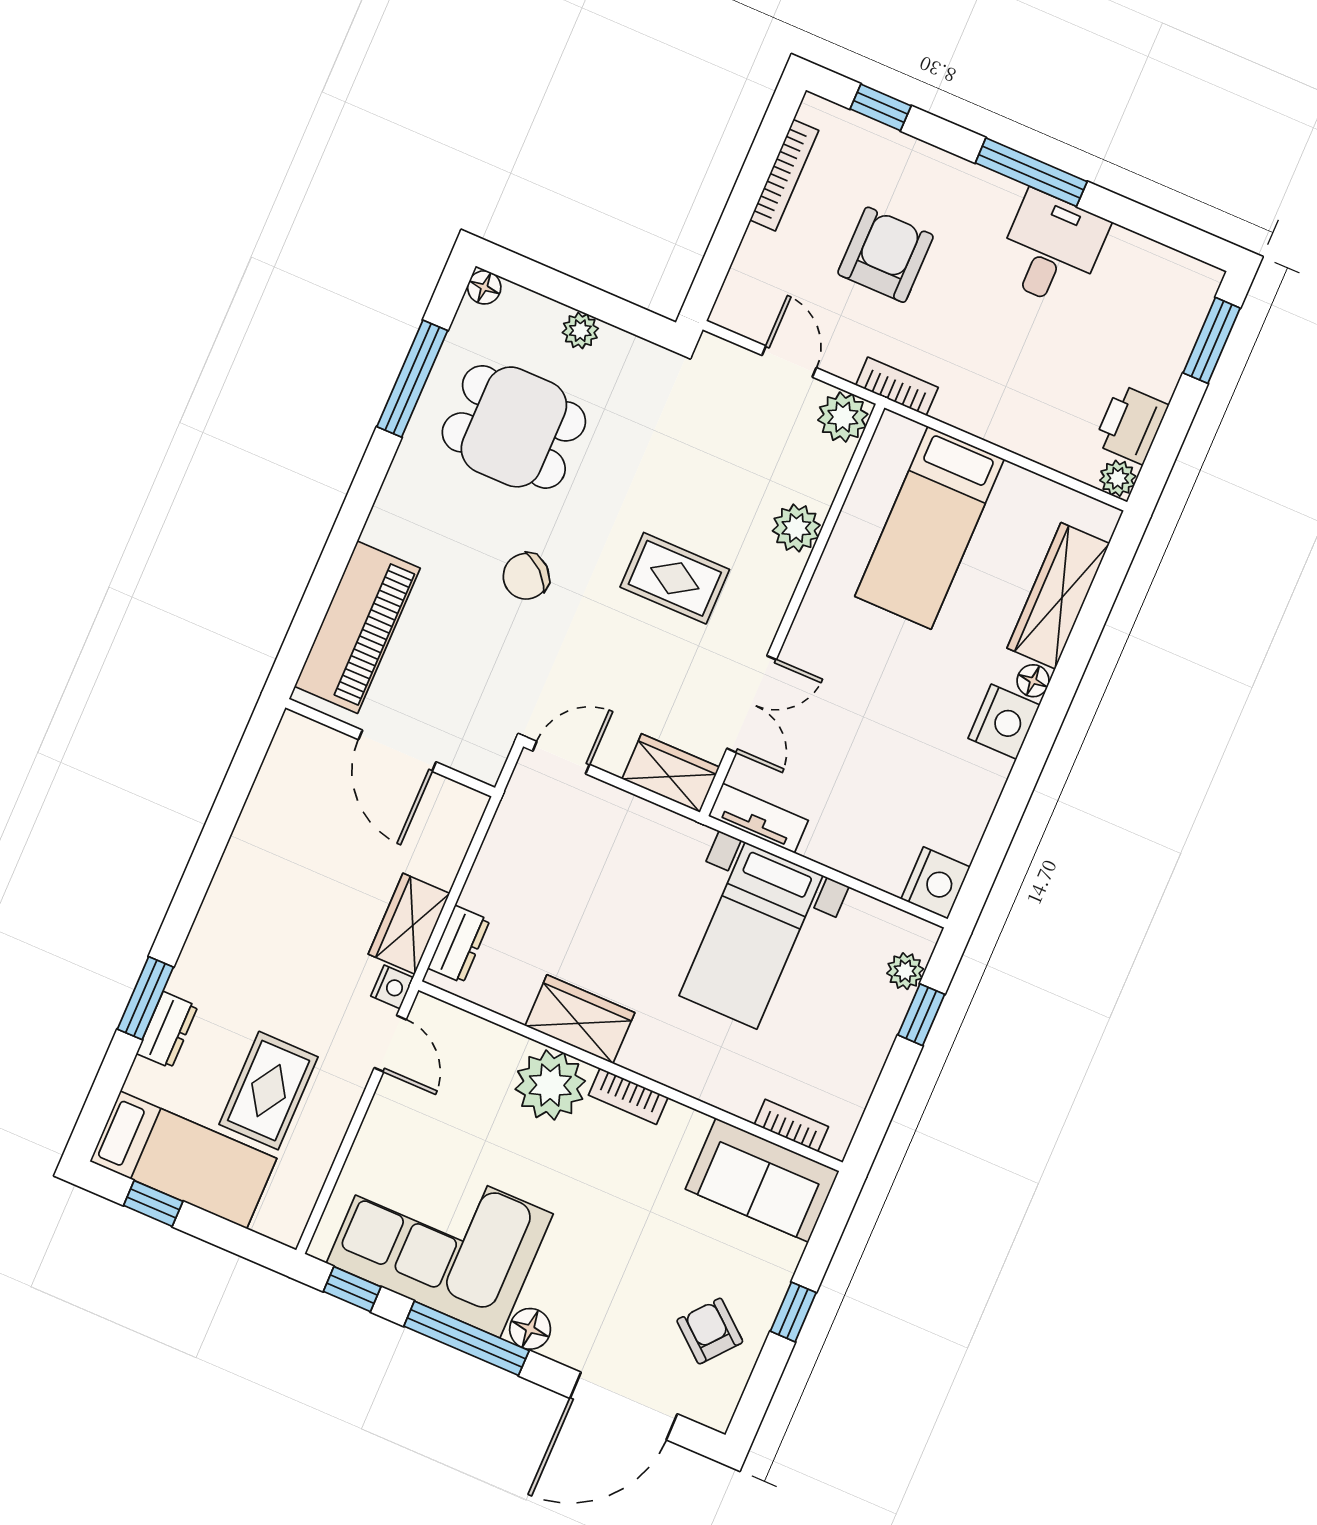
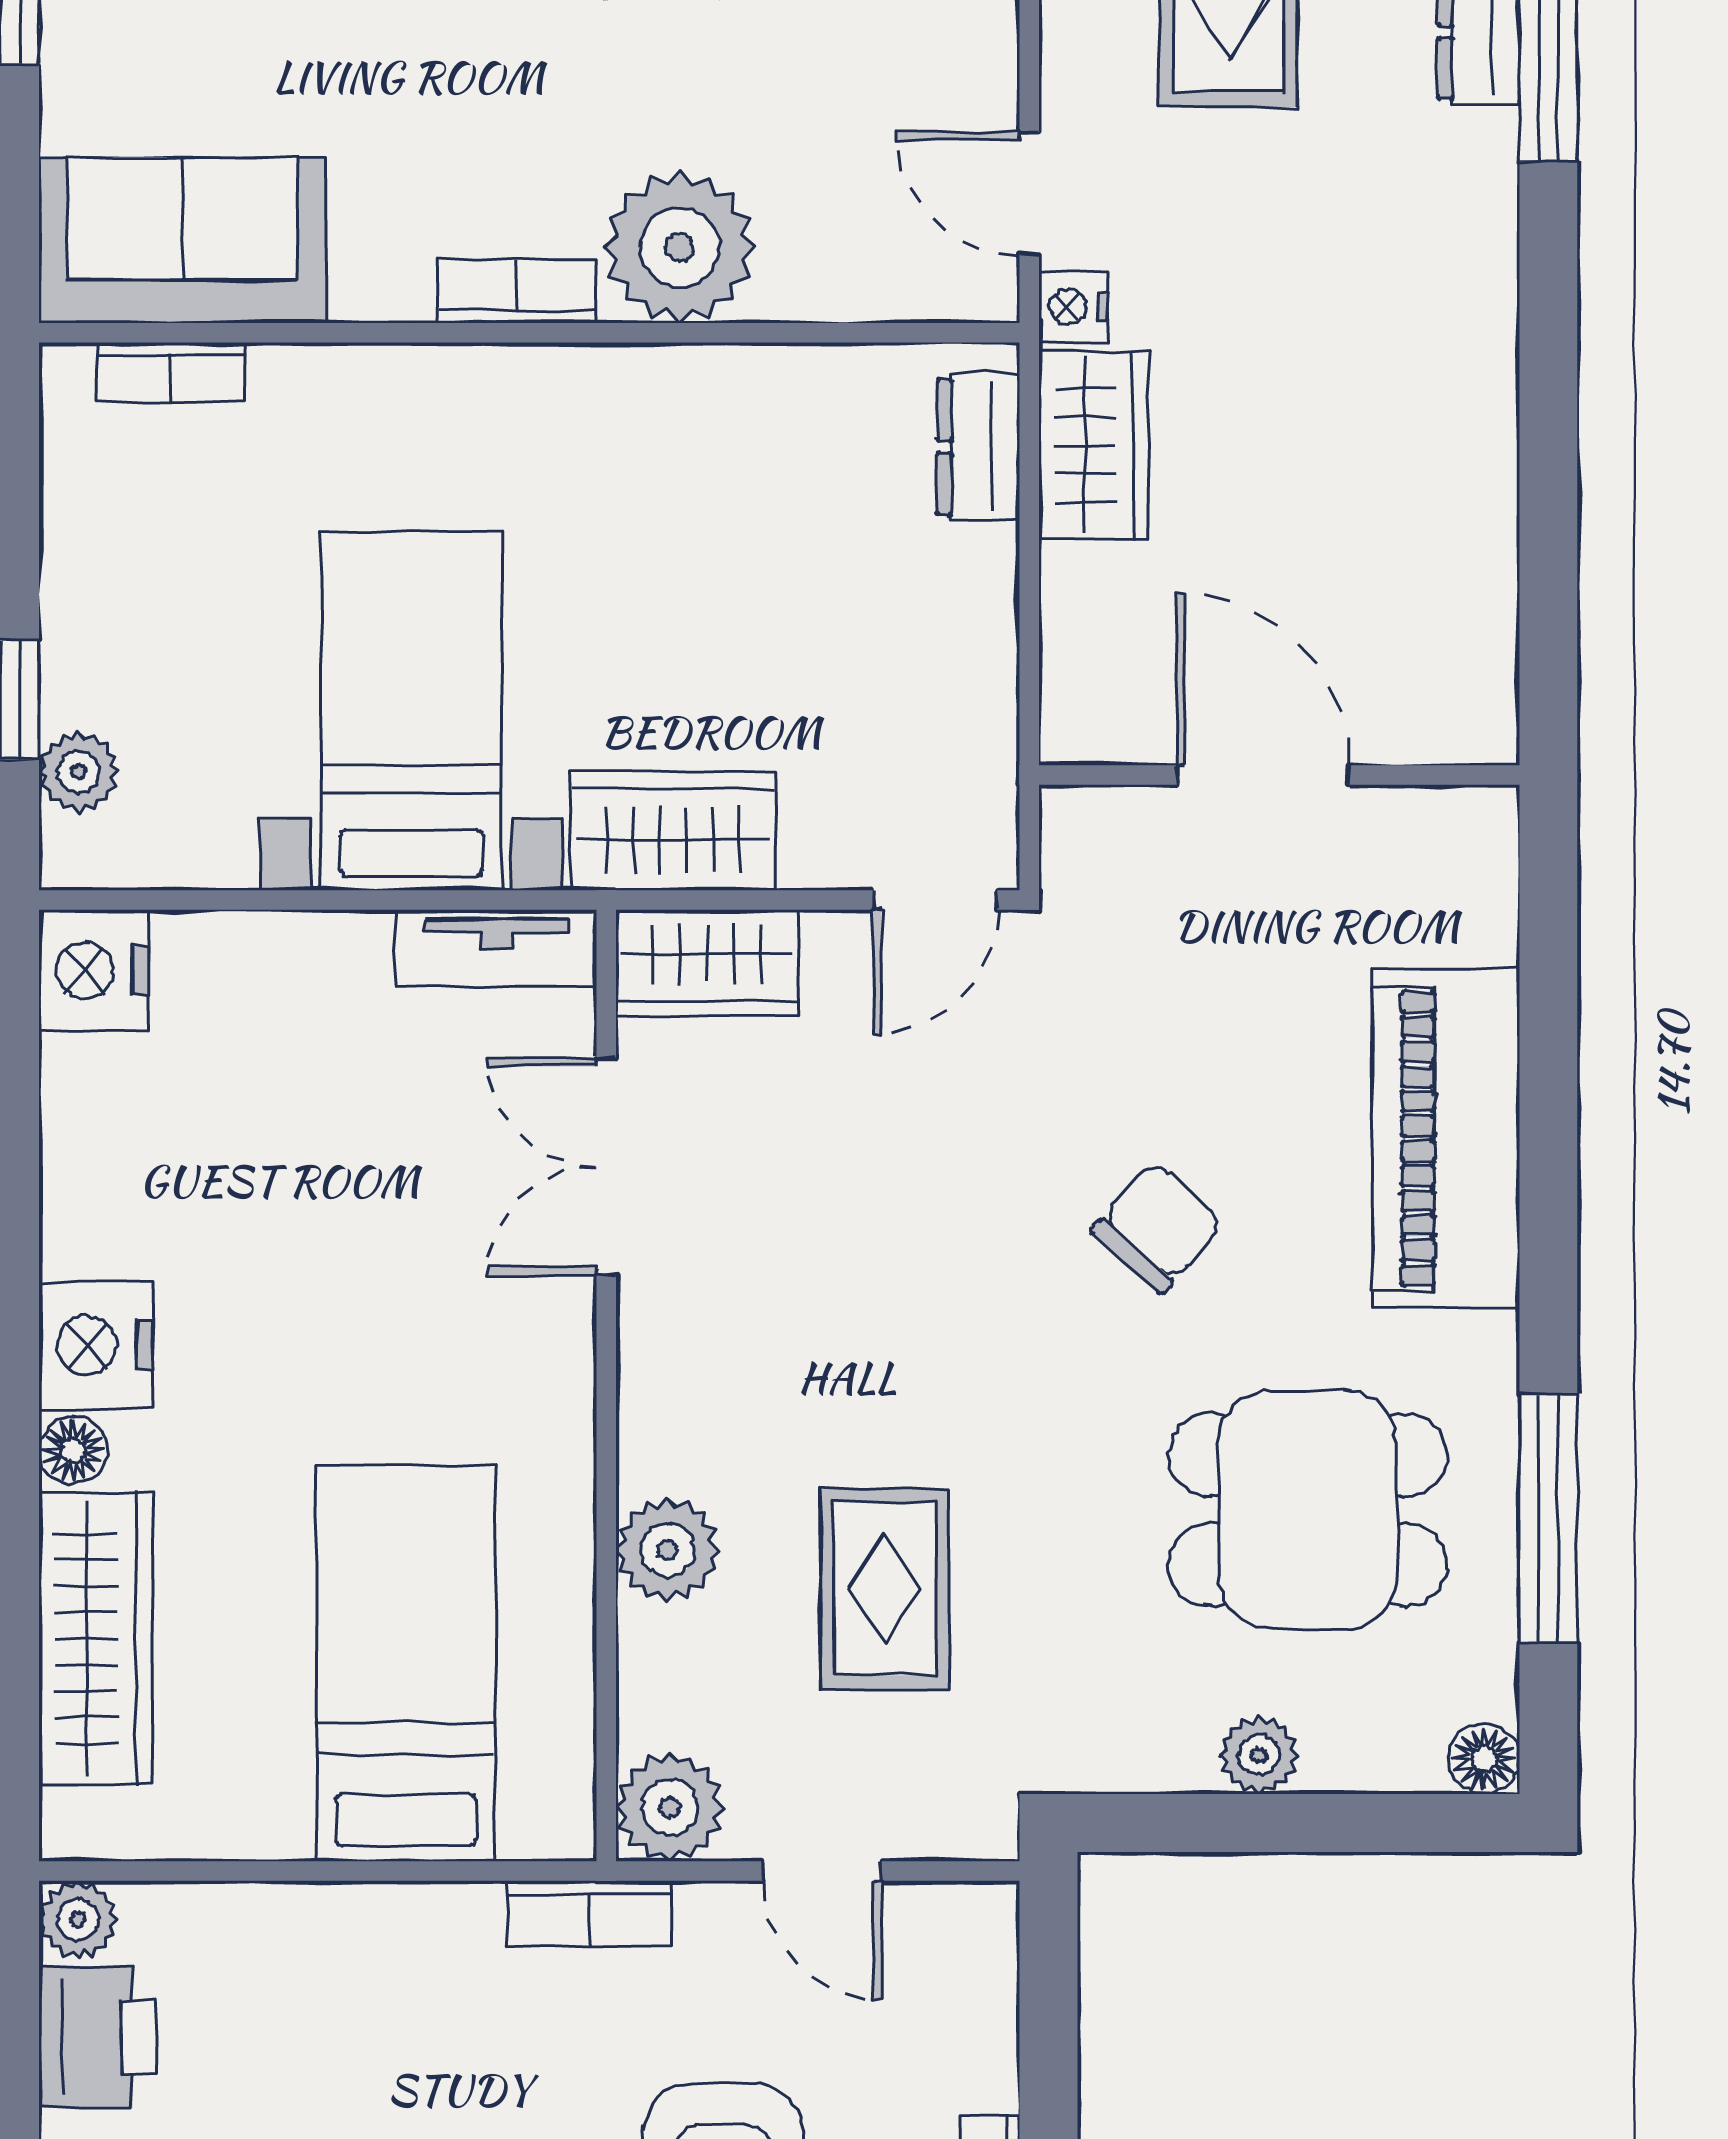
rug: (675, 578) -> (885, 1589), moved, turned 90
piano: (357, 627) -> (1446, 1139), moved
wardrobe: (580, 1019) -> (673, 831), moved, turned 180

